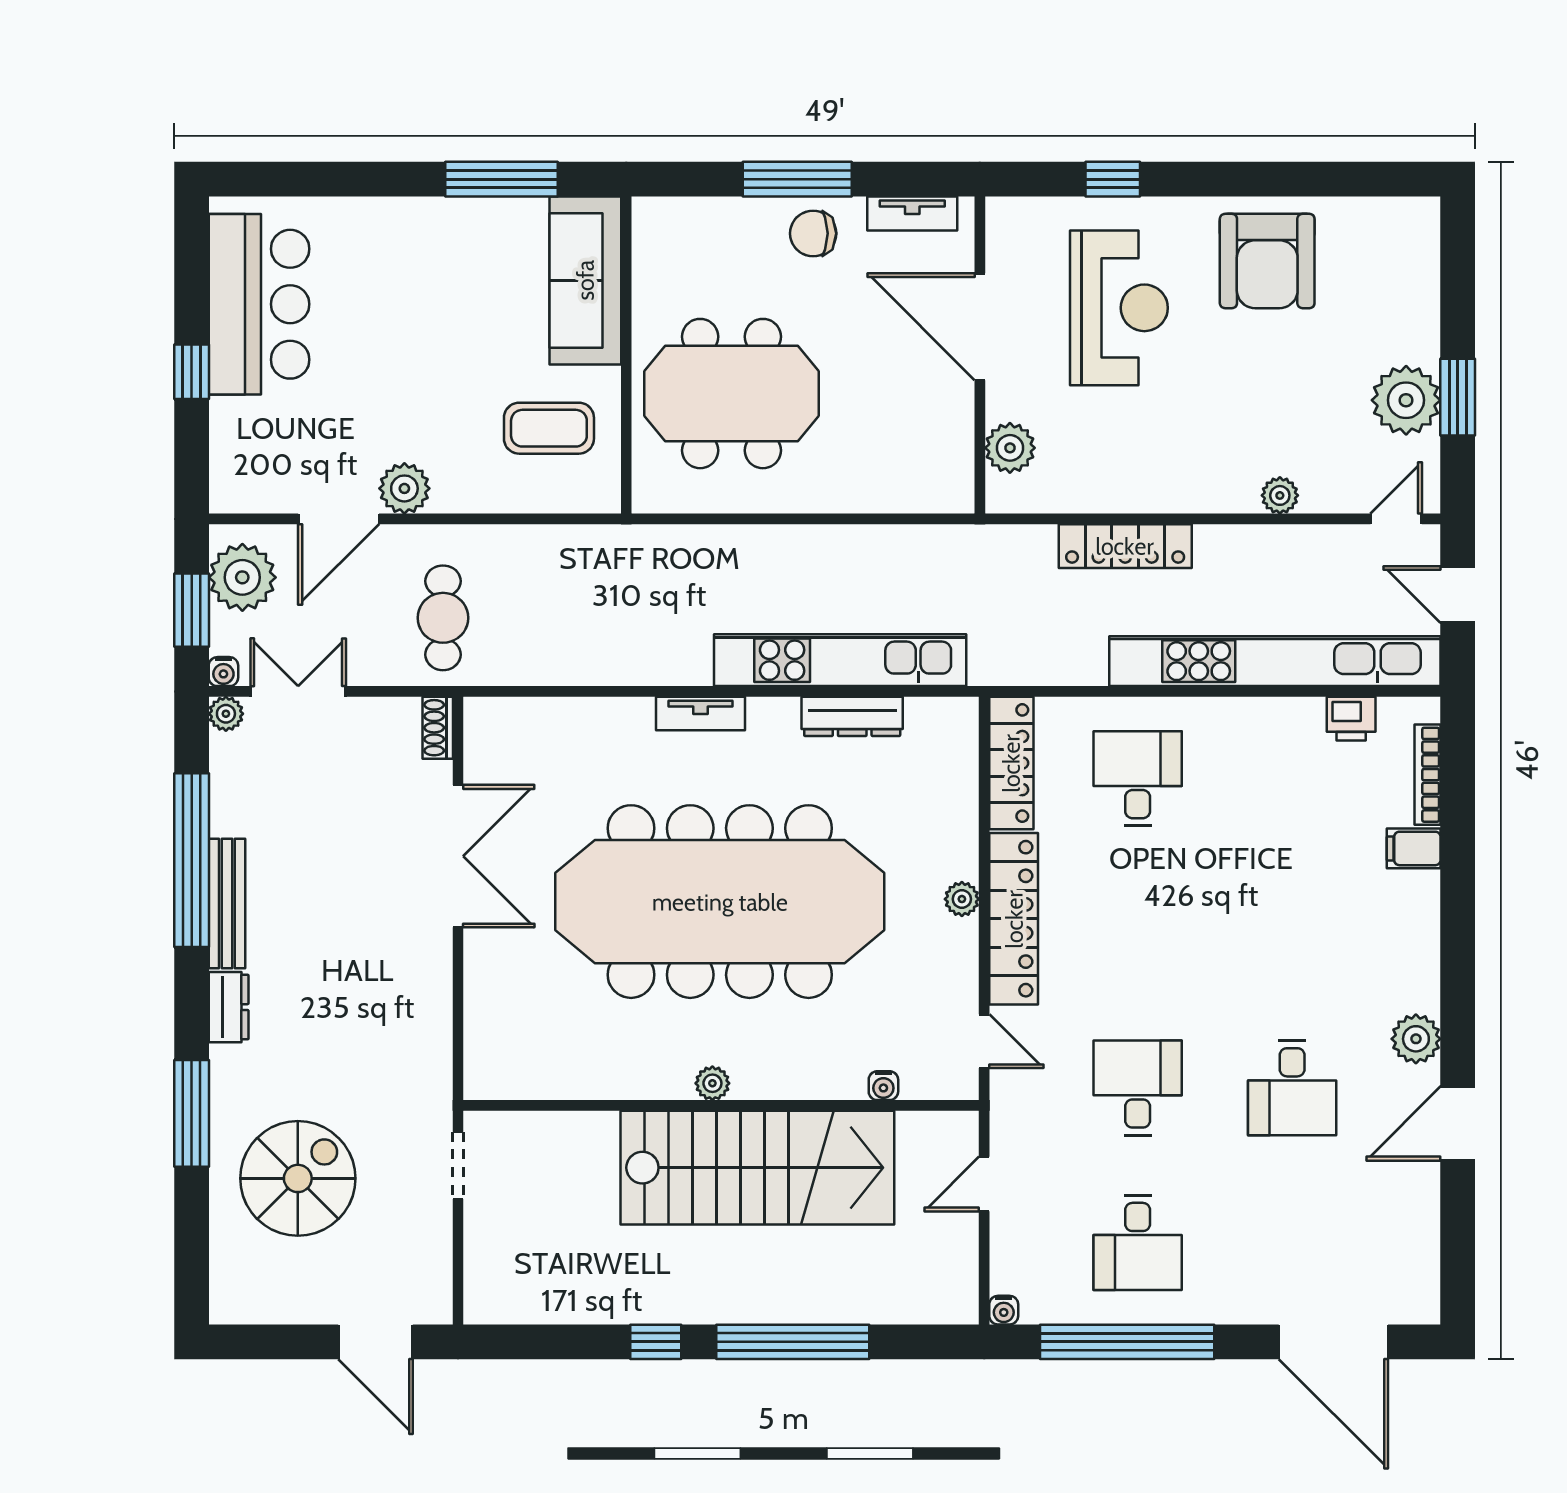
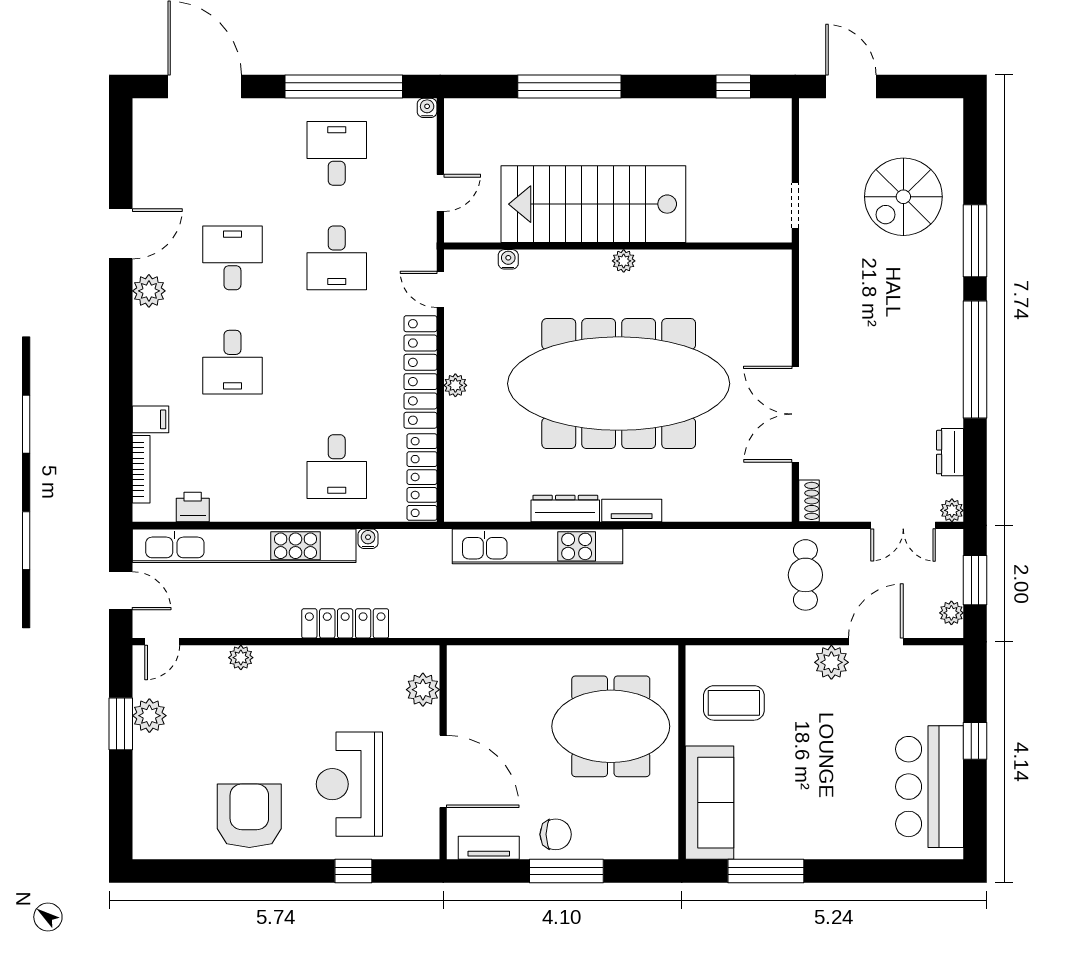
plant: (1406, 400) -> (149, 716), width x0.73, depth x0.73
plant: (242, 577) -> (951, 613), width x0.53, depth x0.53
water cooler: (223, 672) -> (368, 539), moved
dresser: (852, 716) -> (565, 508), moved
window: (192, 860) -> (975, 360), moved
bench: (227, 904) -> (951, 382), removed
desk: (1292, 933) -> (232, 362), added
dresser: (229, 1007) -> (950, 452), moved
window: (656, 1342) -> (733, 87), moved

